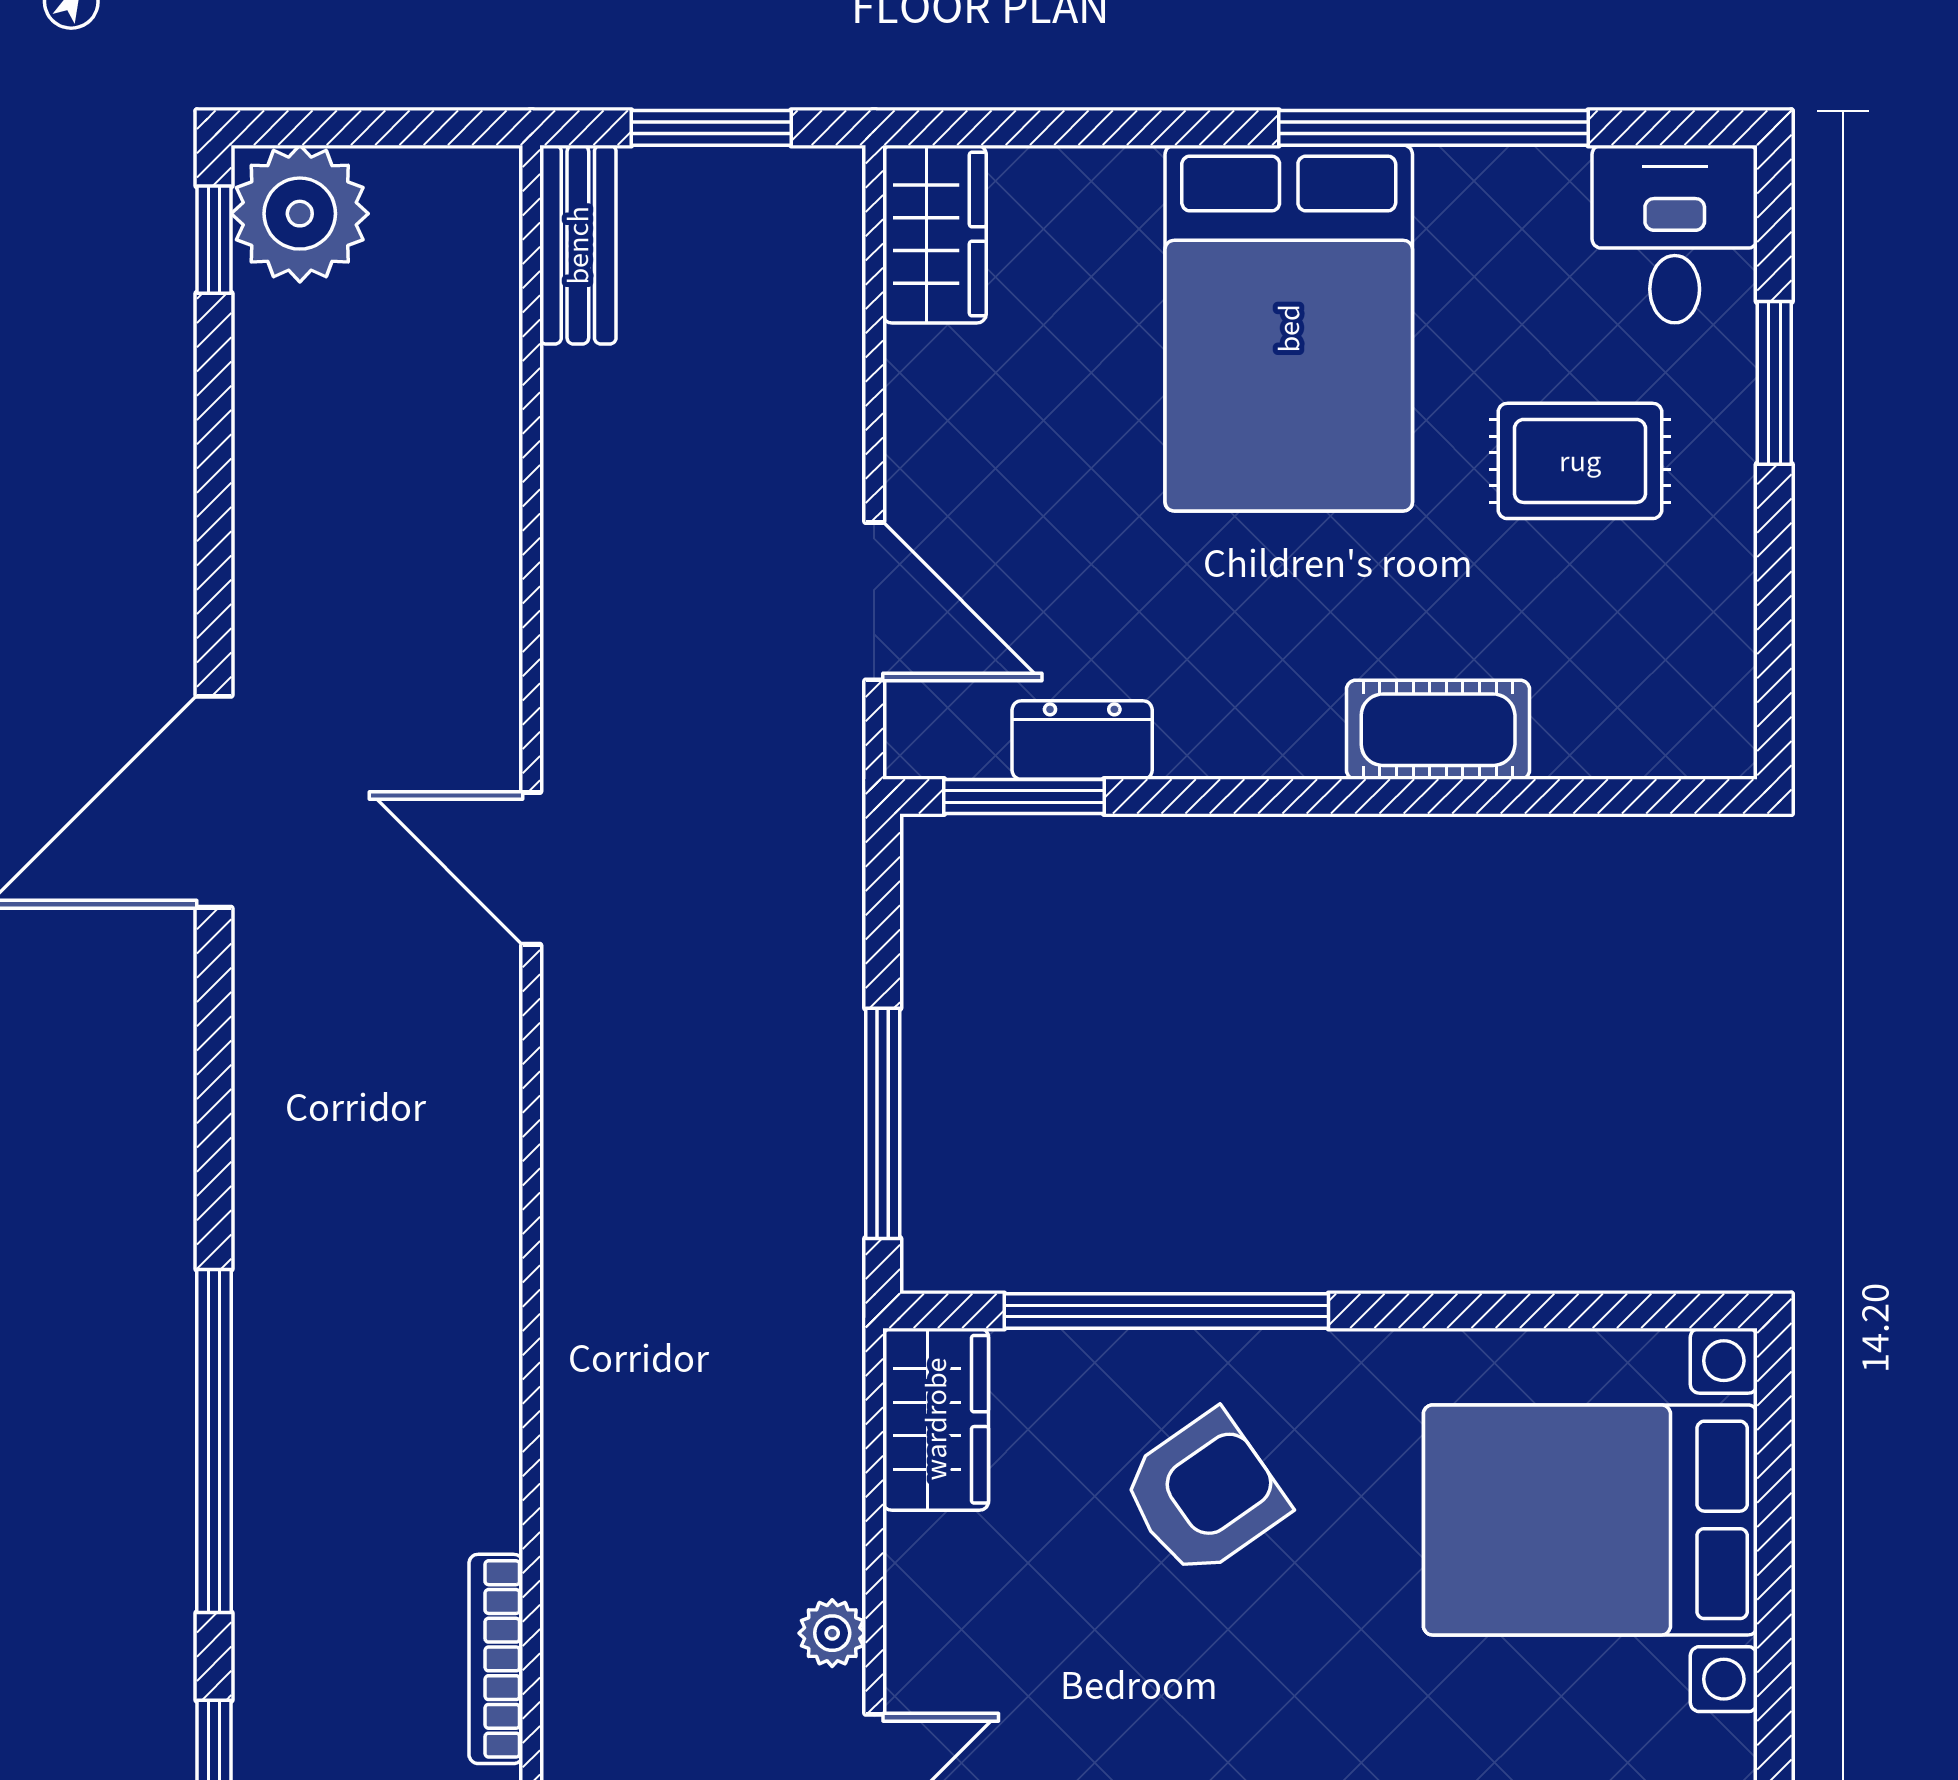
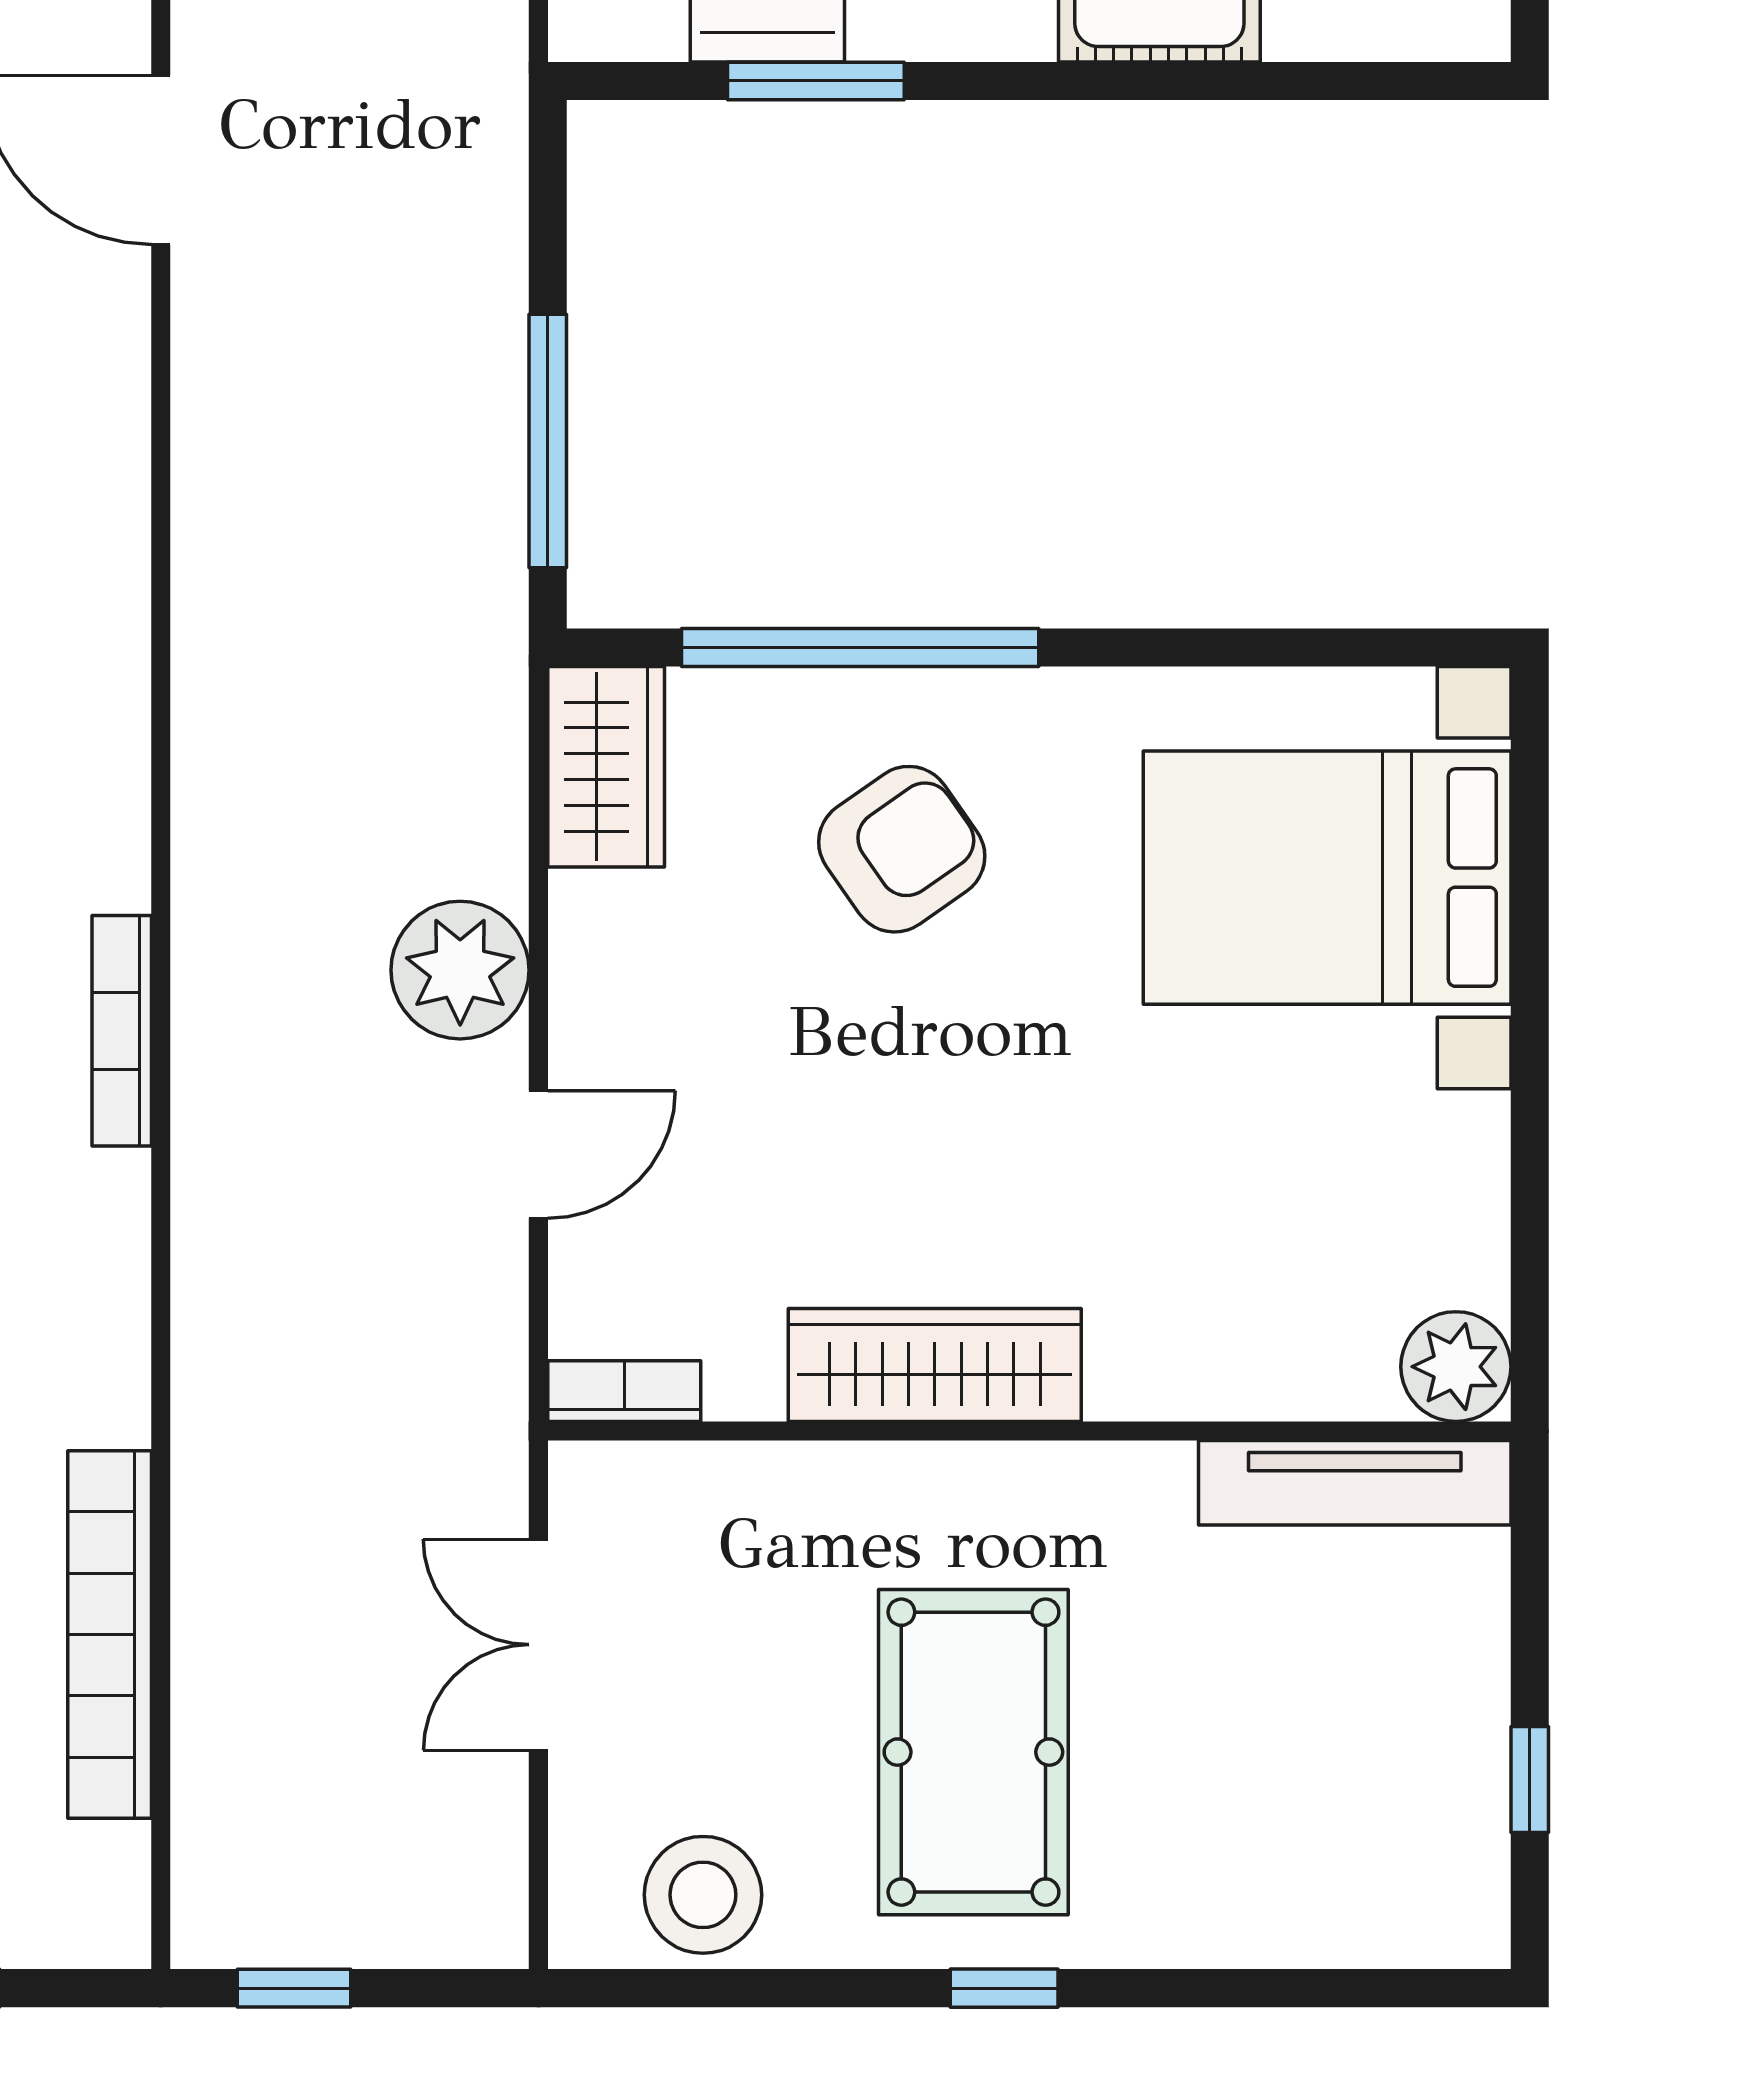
window: (1024, 797) -> (816, 81), moved
plant: (832, 1633) -> (460, 970), width x1.88, depth x1.88

